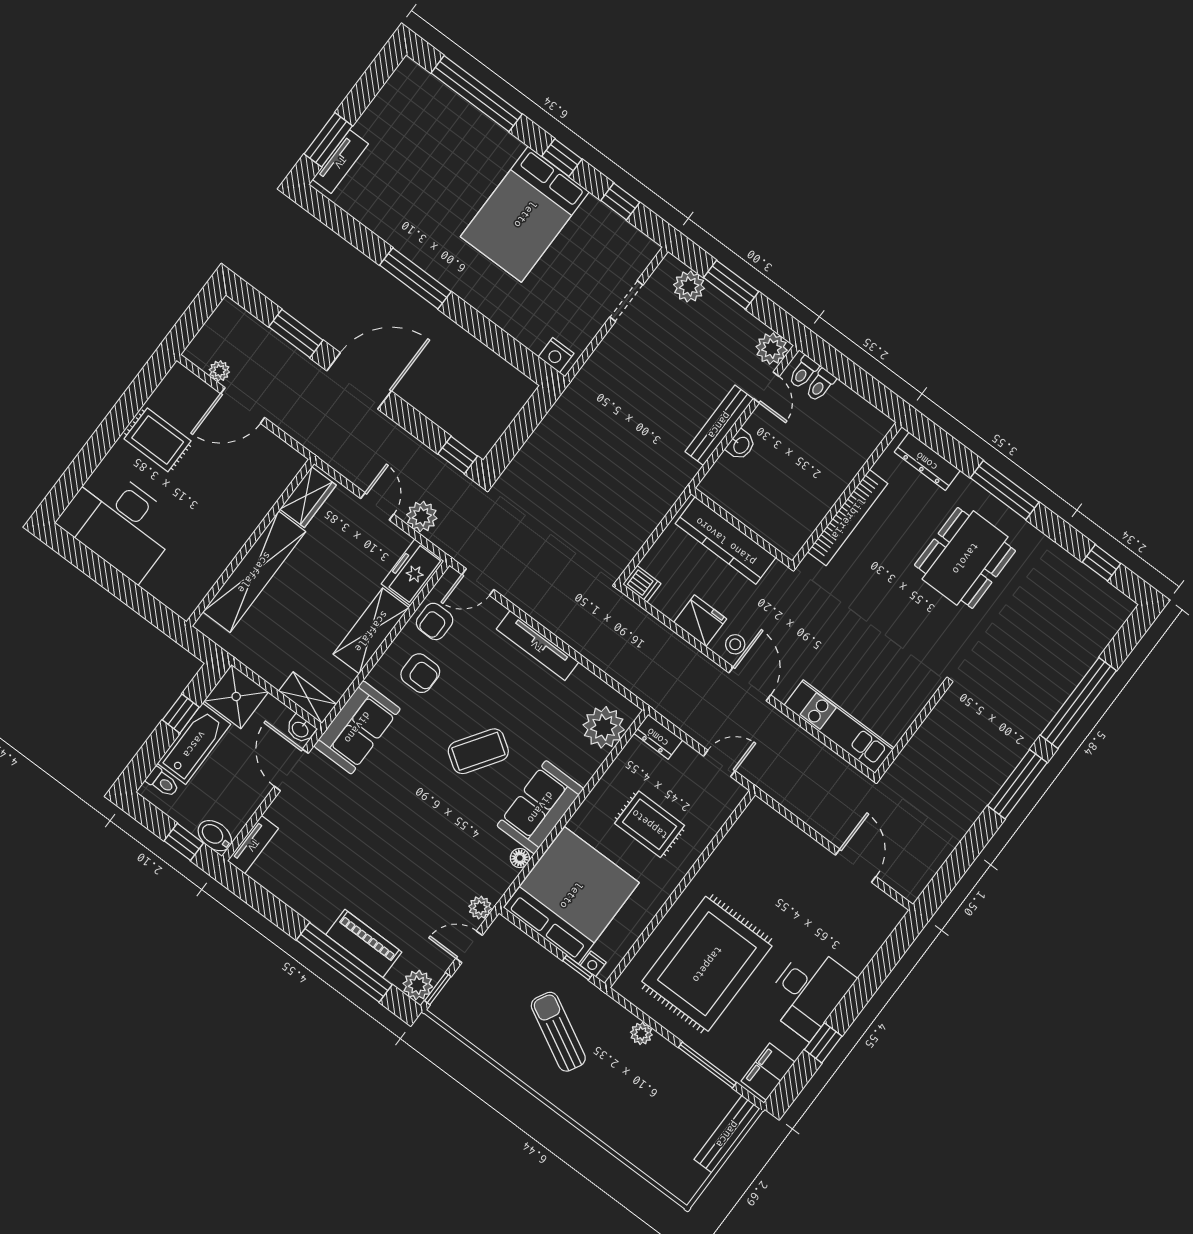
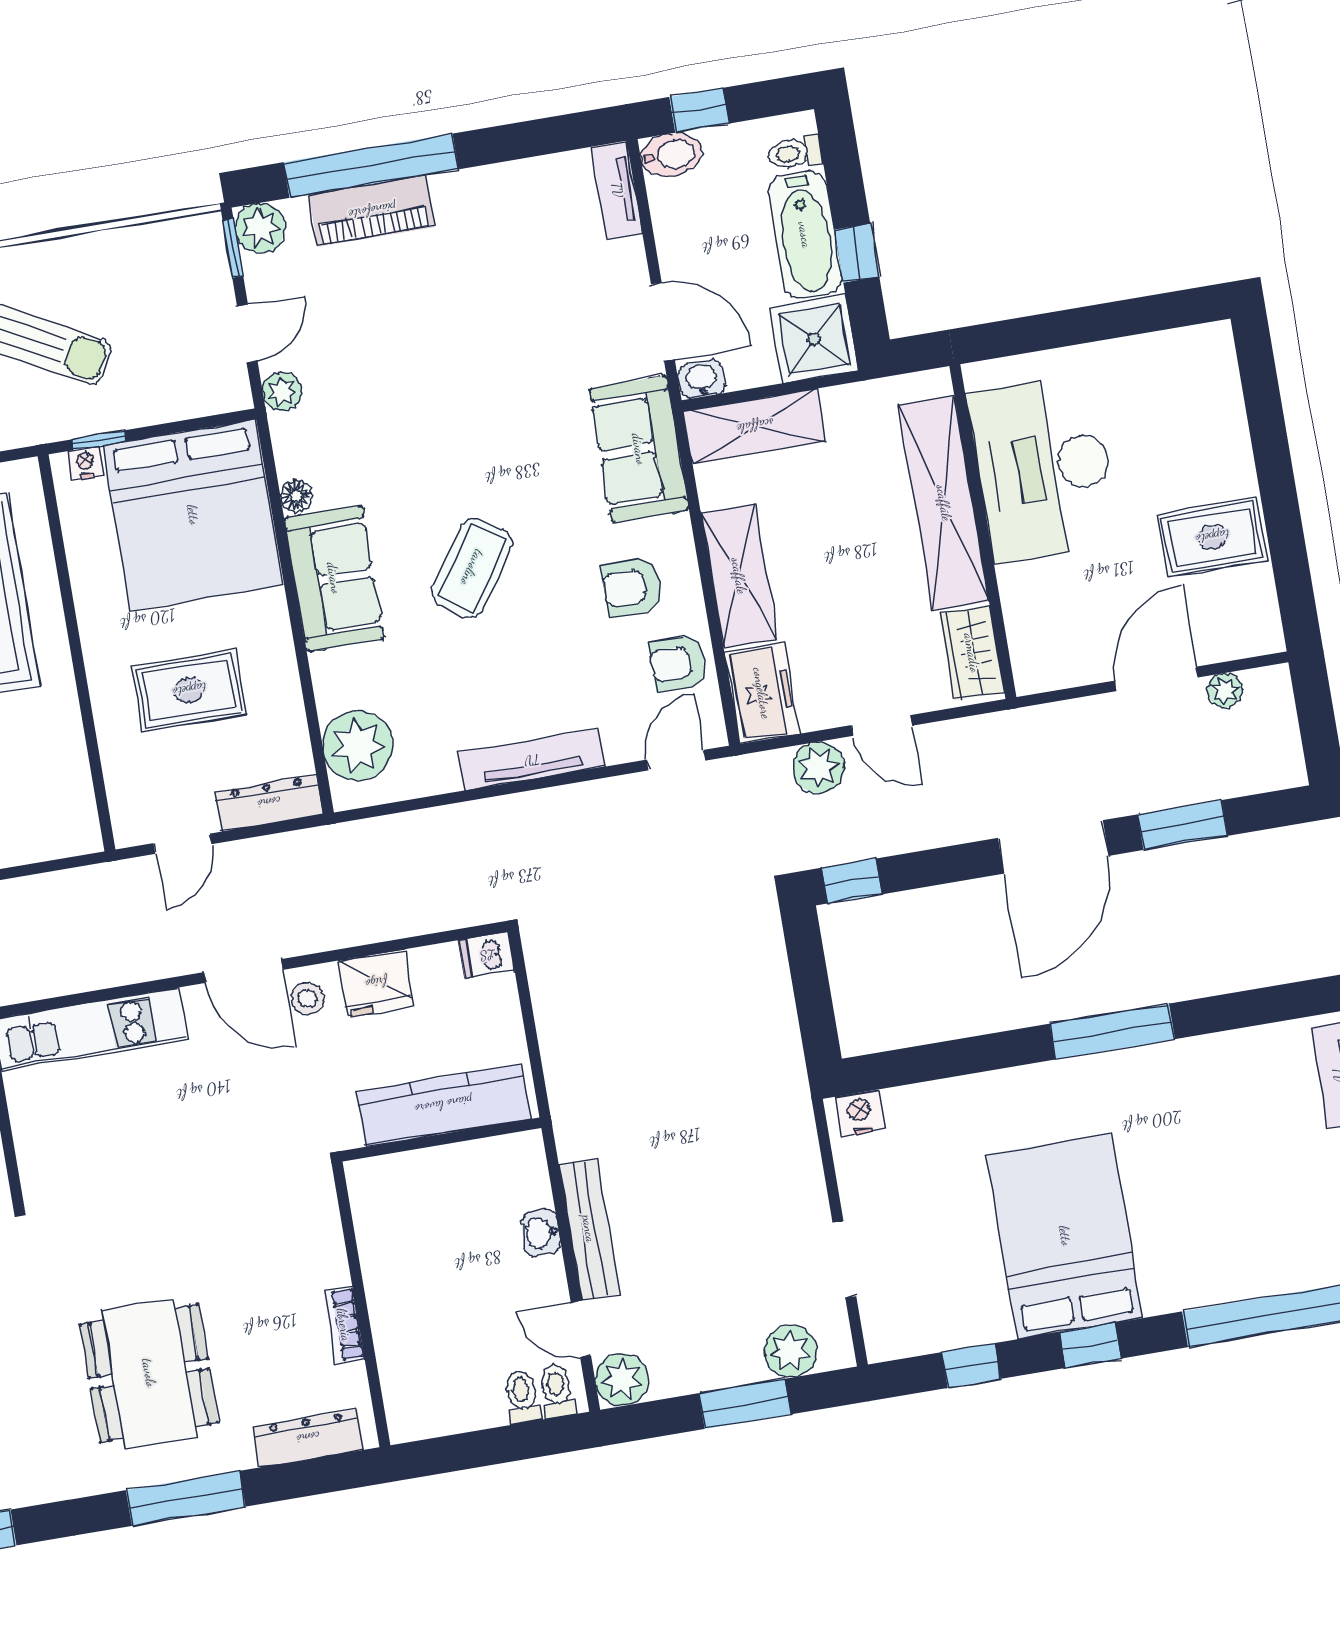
bookcase: (848, 518) -> (344, 1325), width x0.43, depth x0.76
desk: (120, 523) -> (1043, 468), moved, turned -90
armchair: (435, 621) -> (678, 663), turned -90
shelving: (308, 698) -> (755, 426), width x1.50, depth x1.33
dresser: (658, 737) -> (269, 803), width x1.44

